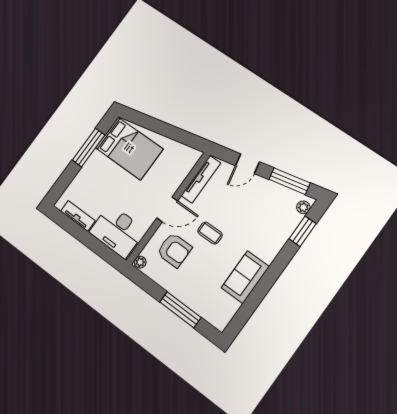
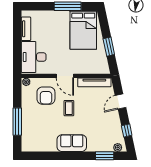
window: (171, 132) -> (109, 47), added
door: (248, 164) -> (121, 102), hinge flipped
window: (290, 181) -> (127, 130), width x0.46
sofa: (245, 277) -> (72, 143), moved

